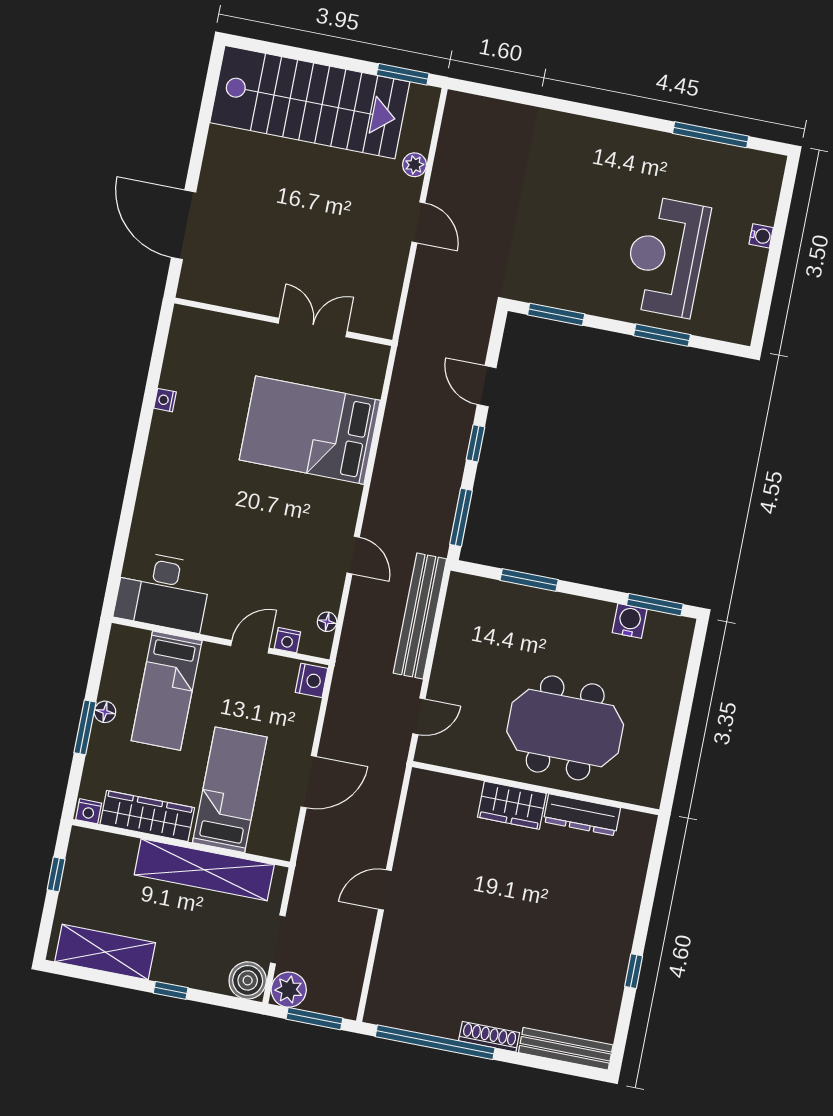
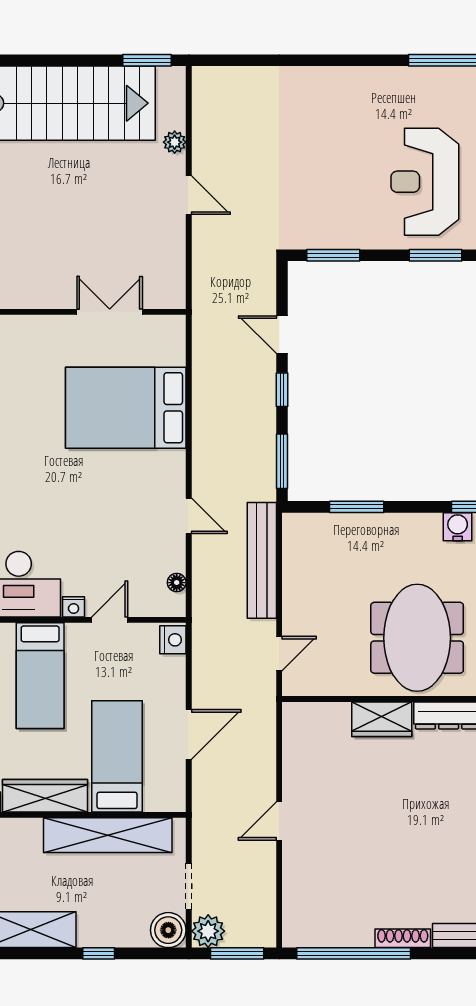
nightstand: (287, 640) -> (74, 607), moved
meeting table: (565, 728) -> (417, 638), turned 90

